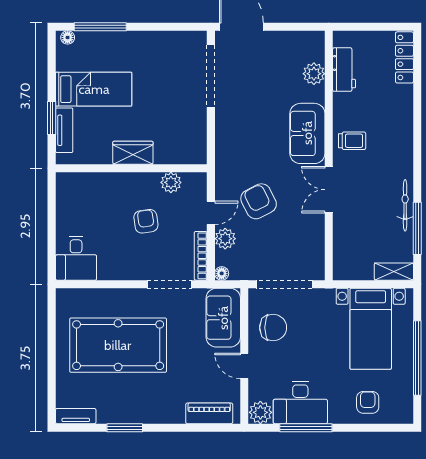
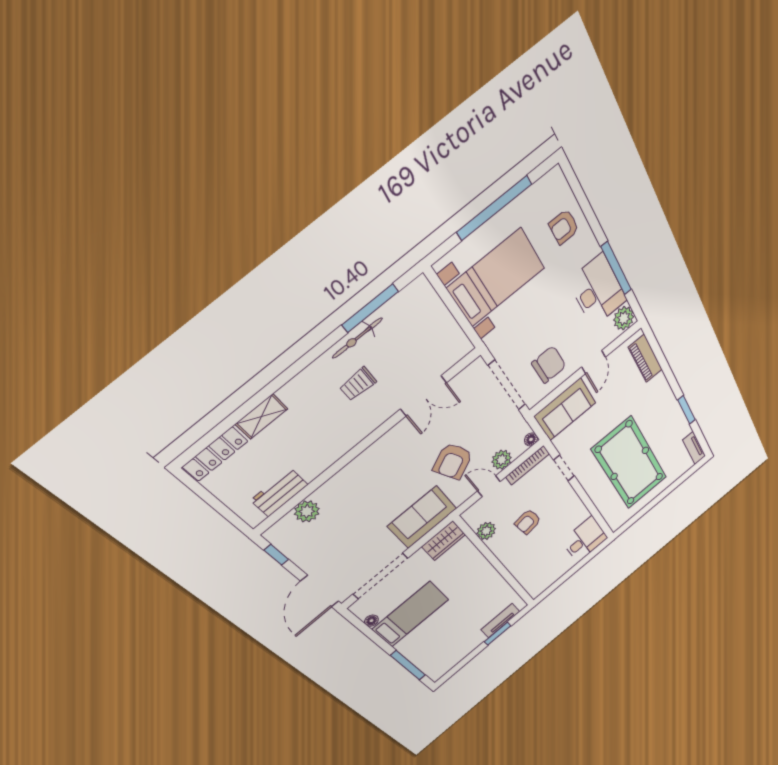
window: (300, 27) -> (276, 555), added
floor lamp: (68, 37) -> (371, 621), moved
bed: (94, 89) -> (411, 614), moved, turned 90
sofa: (307, 133) -> (422, 517), moved, turned 180
trolley: (352, 141) -> (358, 384), moved, turned -90
wardrobe: (133, 153) -> (444, 541), moved, turned -90
double door: (329, 190) -> (423, 396), moved
shelving: (394, 272) -> (262, 416), moved, turned 90
doorway: (170, 284) -> (564, 468), width x0.73
chair: (273, 328) -> (549, 365), turned 90

